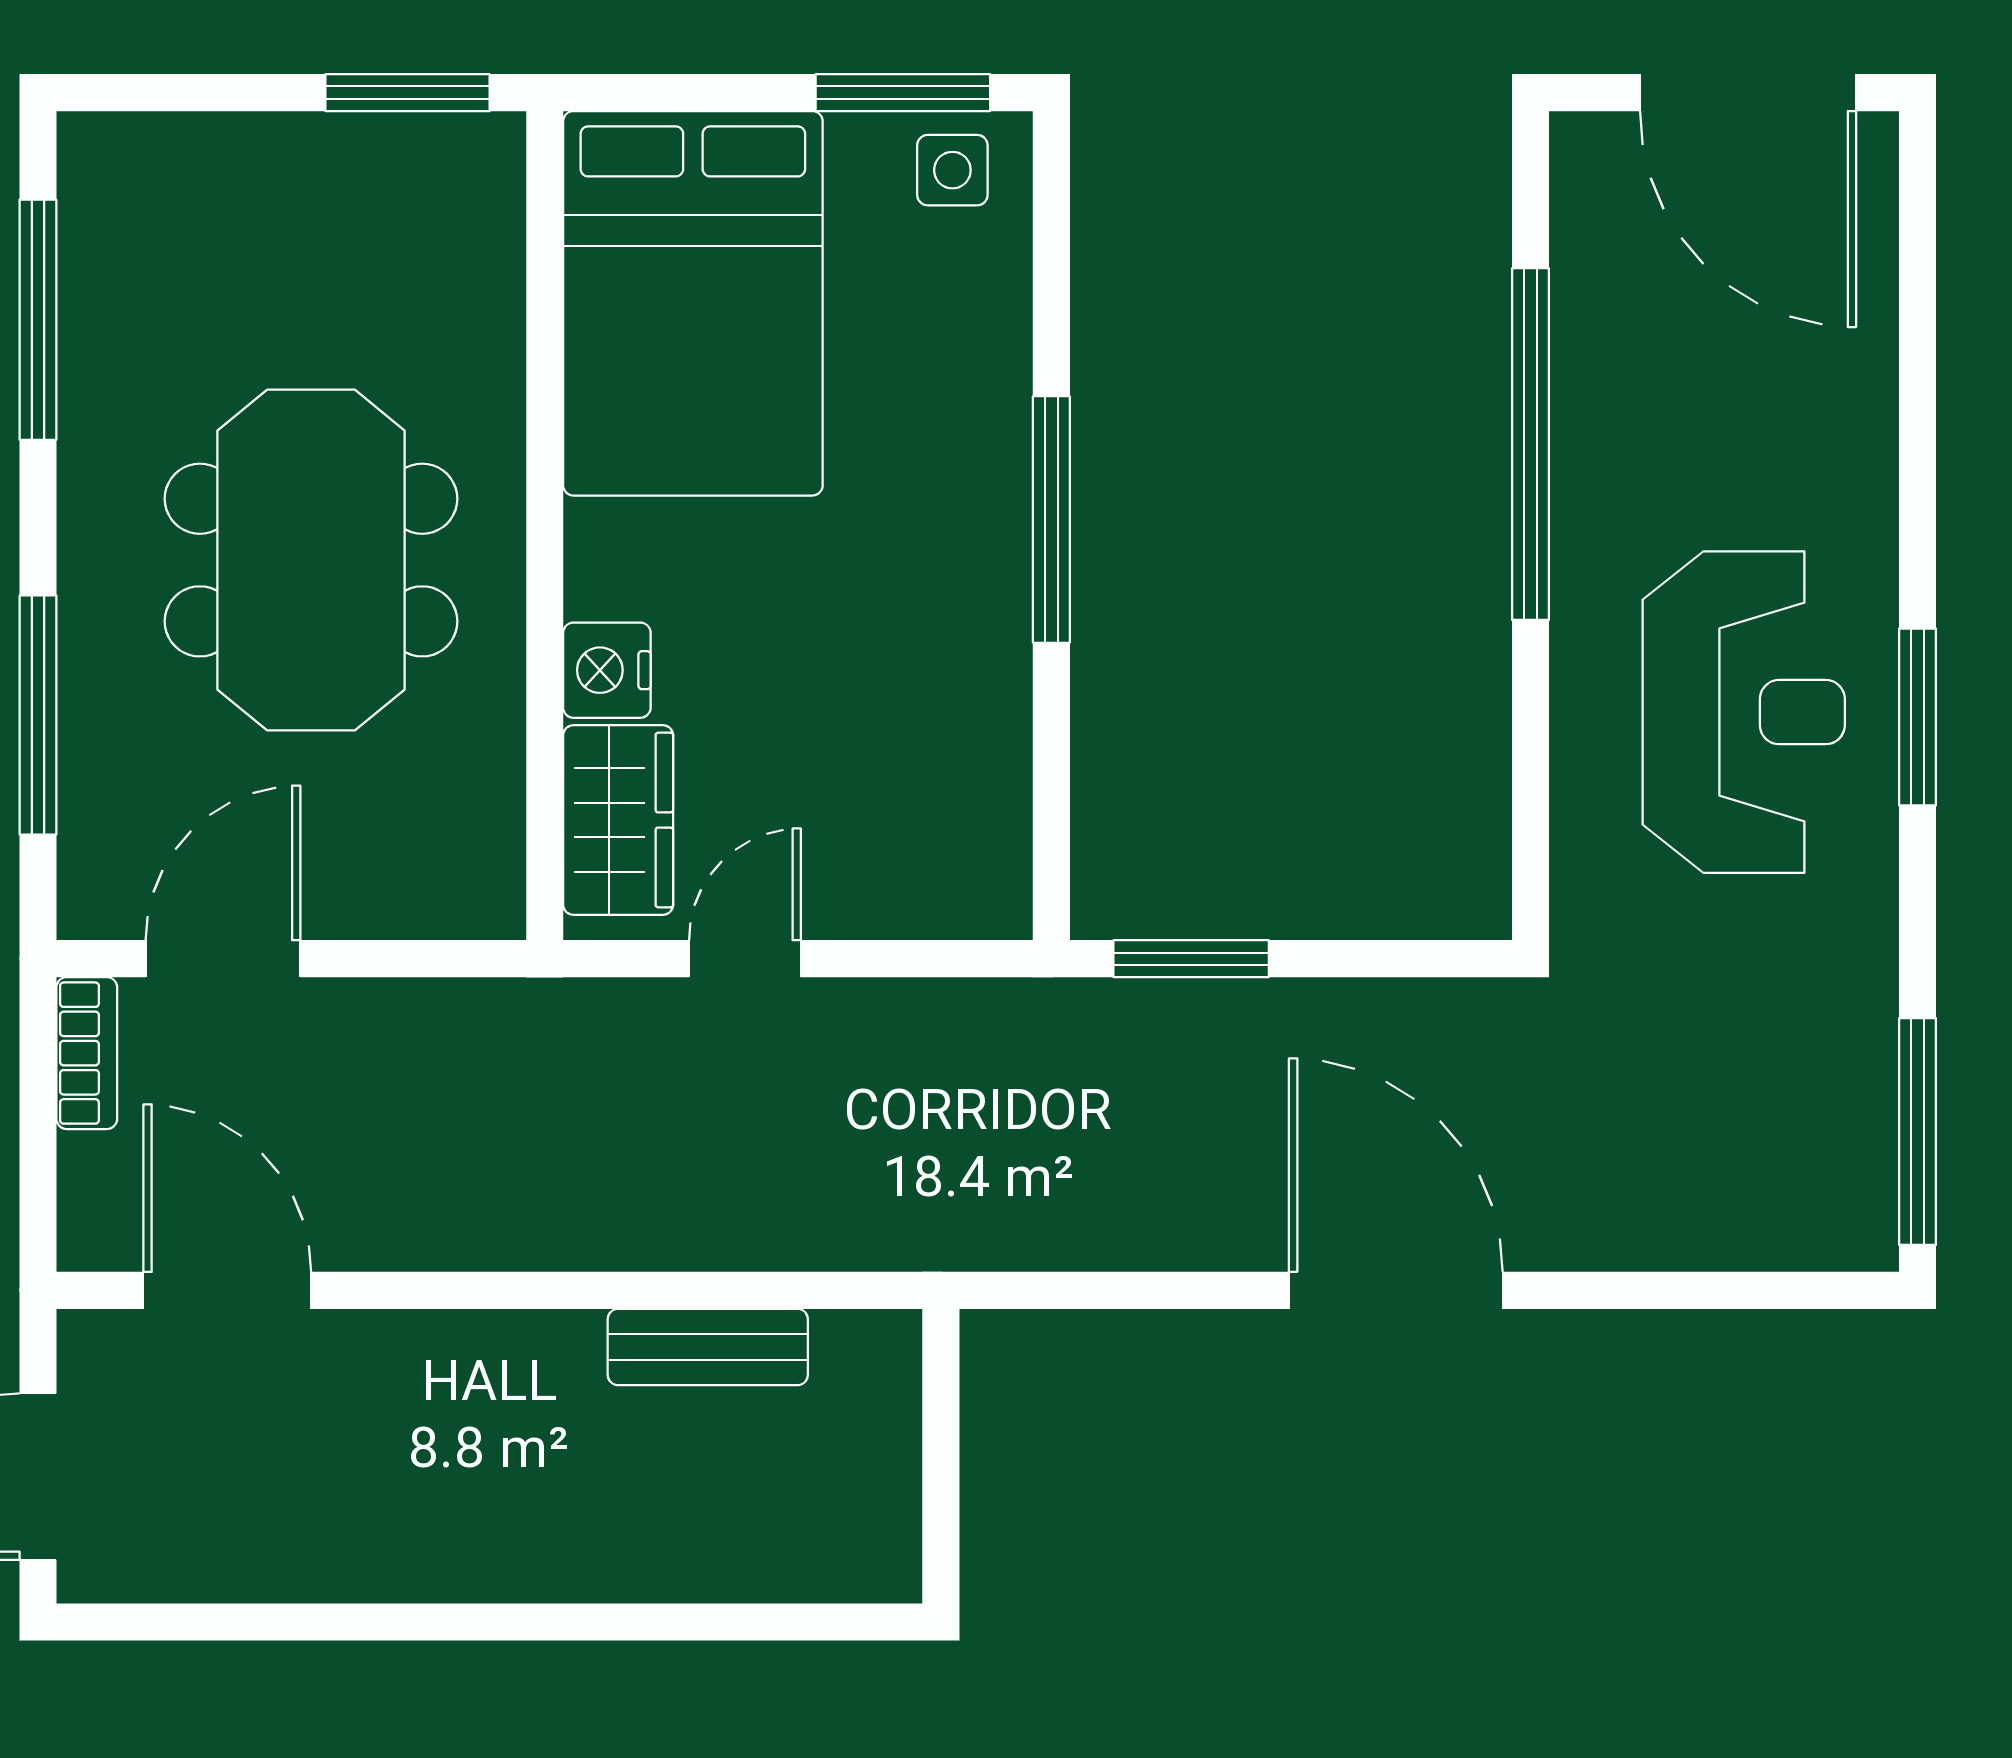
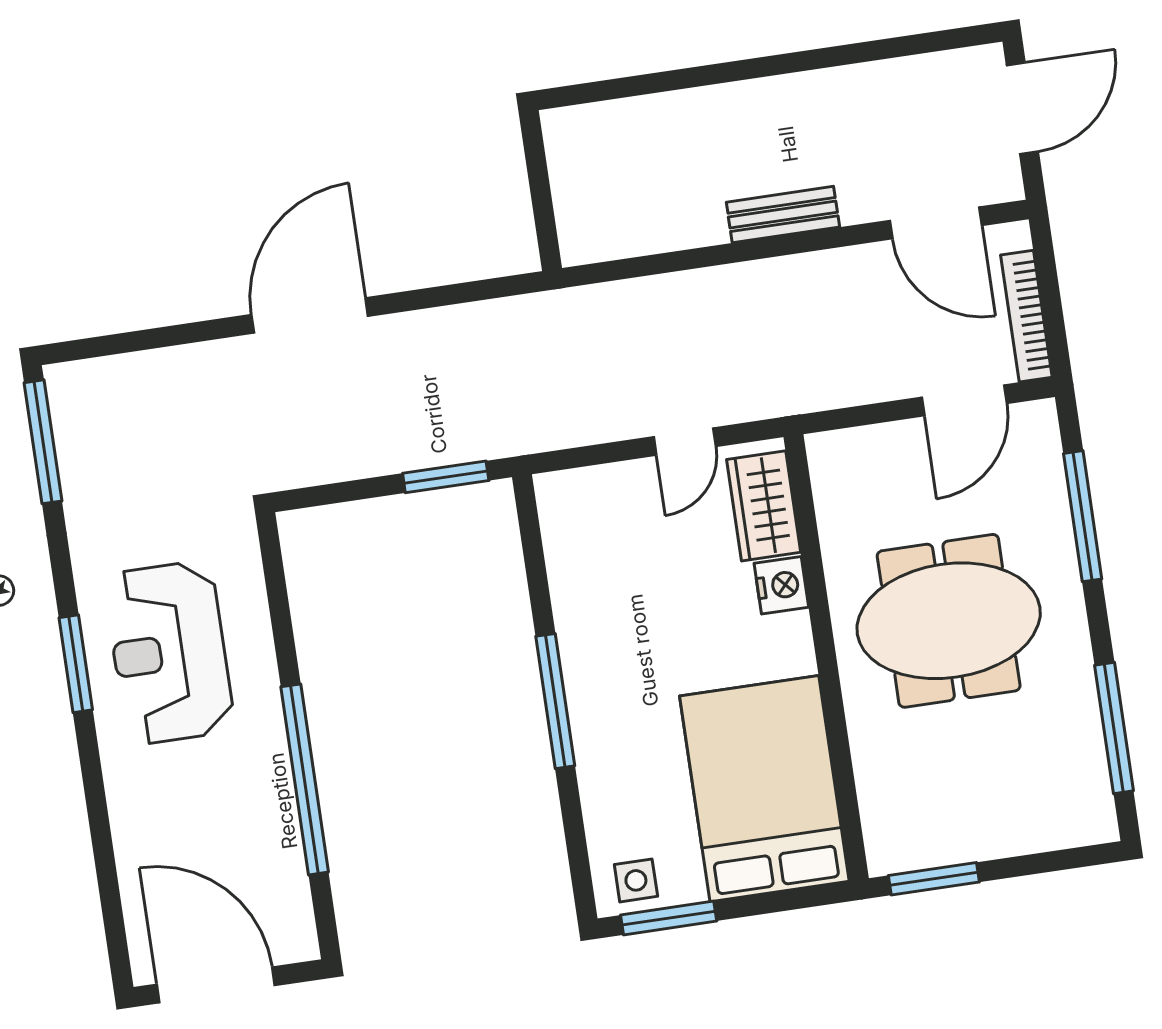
meeting table: (311, 560) -> (949, 621), turned 90
bookcase: (87, 1053) -> (1026, 316), width x1.56
door: (1396, 1290) -> (310, 315), swing flipped
bench: (708, 1347) -> (783, 215), moved

